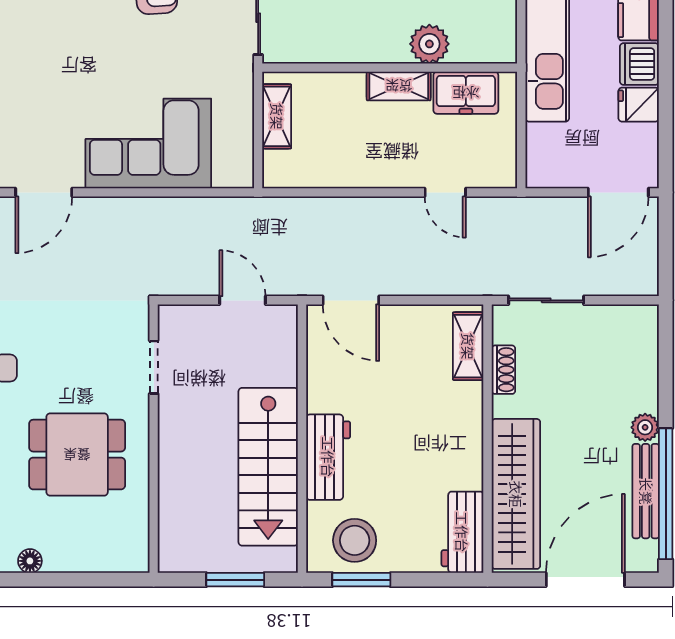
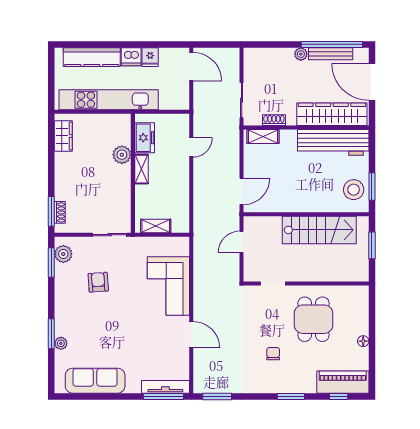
workbench: (328, 457) -> (315, 202), removed
workbench: (462, 532) -> (333, 142), width x1.88, depth x1.32

